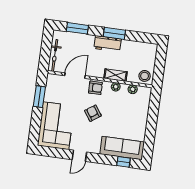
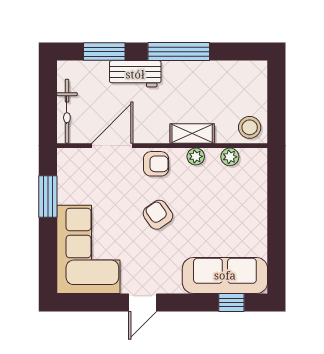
window: (114, 33) -> (179, 52), width x1.44
workbench: (108, 44) -> (135, 74), moved

